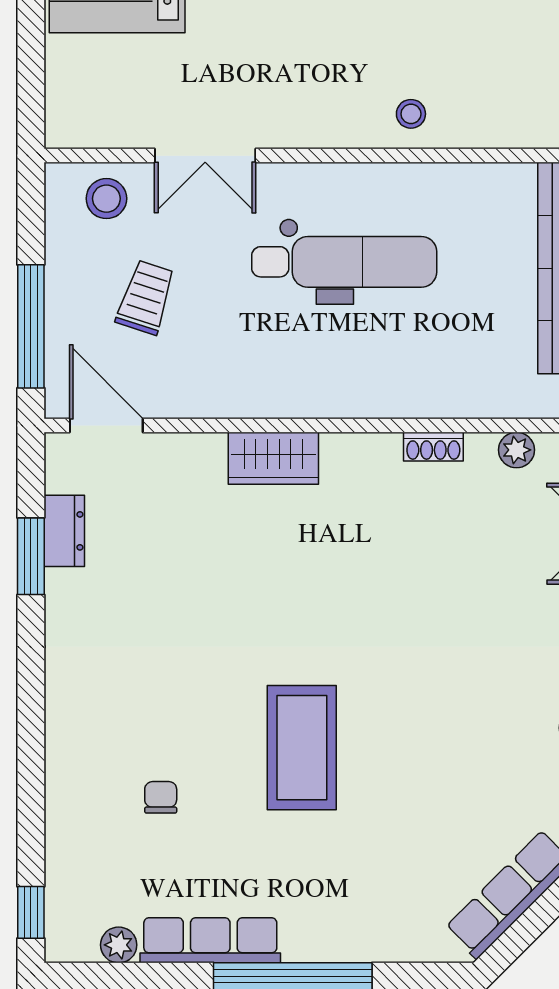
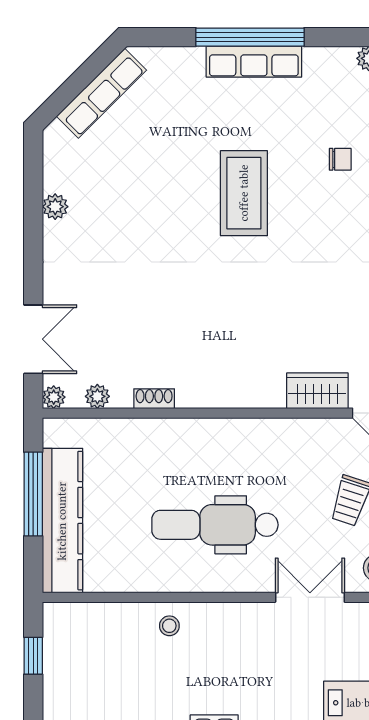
wardrobe: (273, 458) -> (317, 391), moved
chair: (161, 797) -> (340, 159), turned -90
row of seats: (210, 940) -> (254, 62), moved

